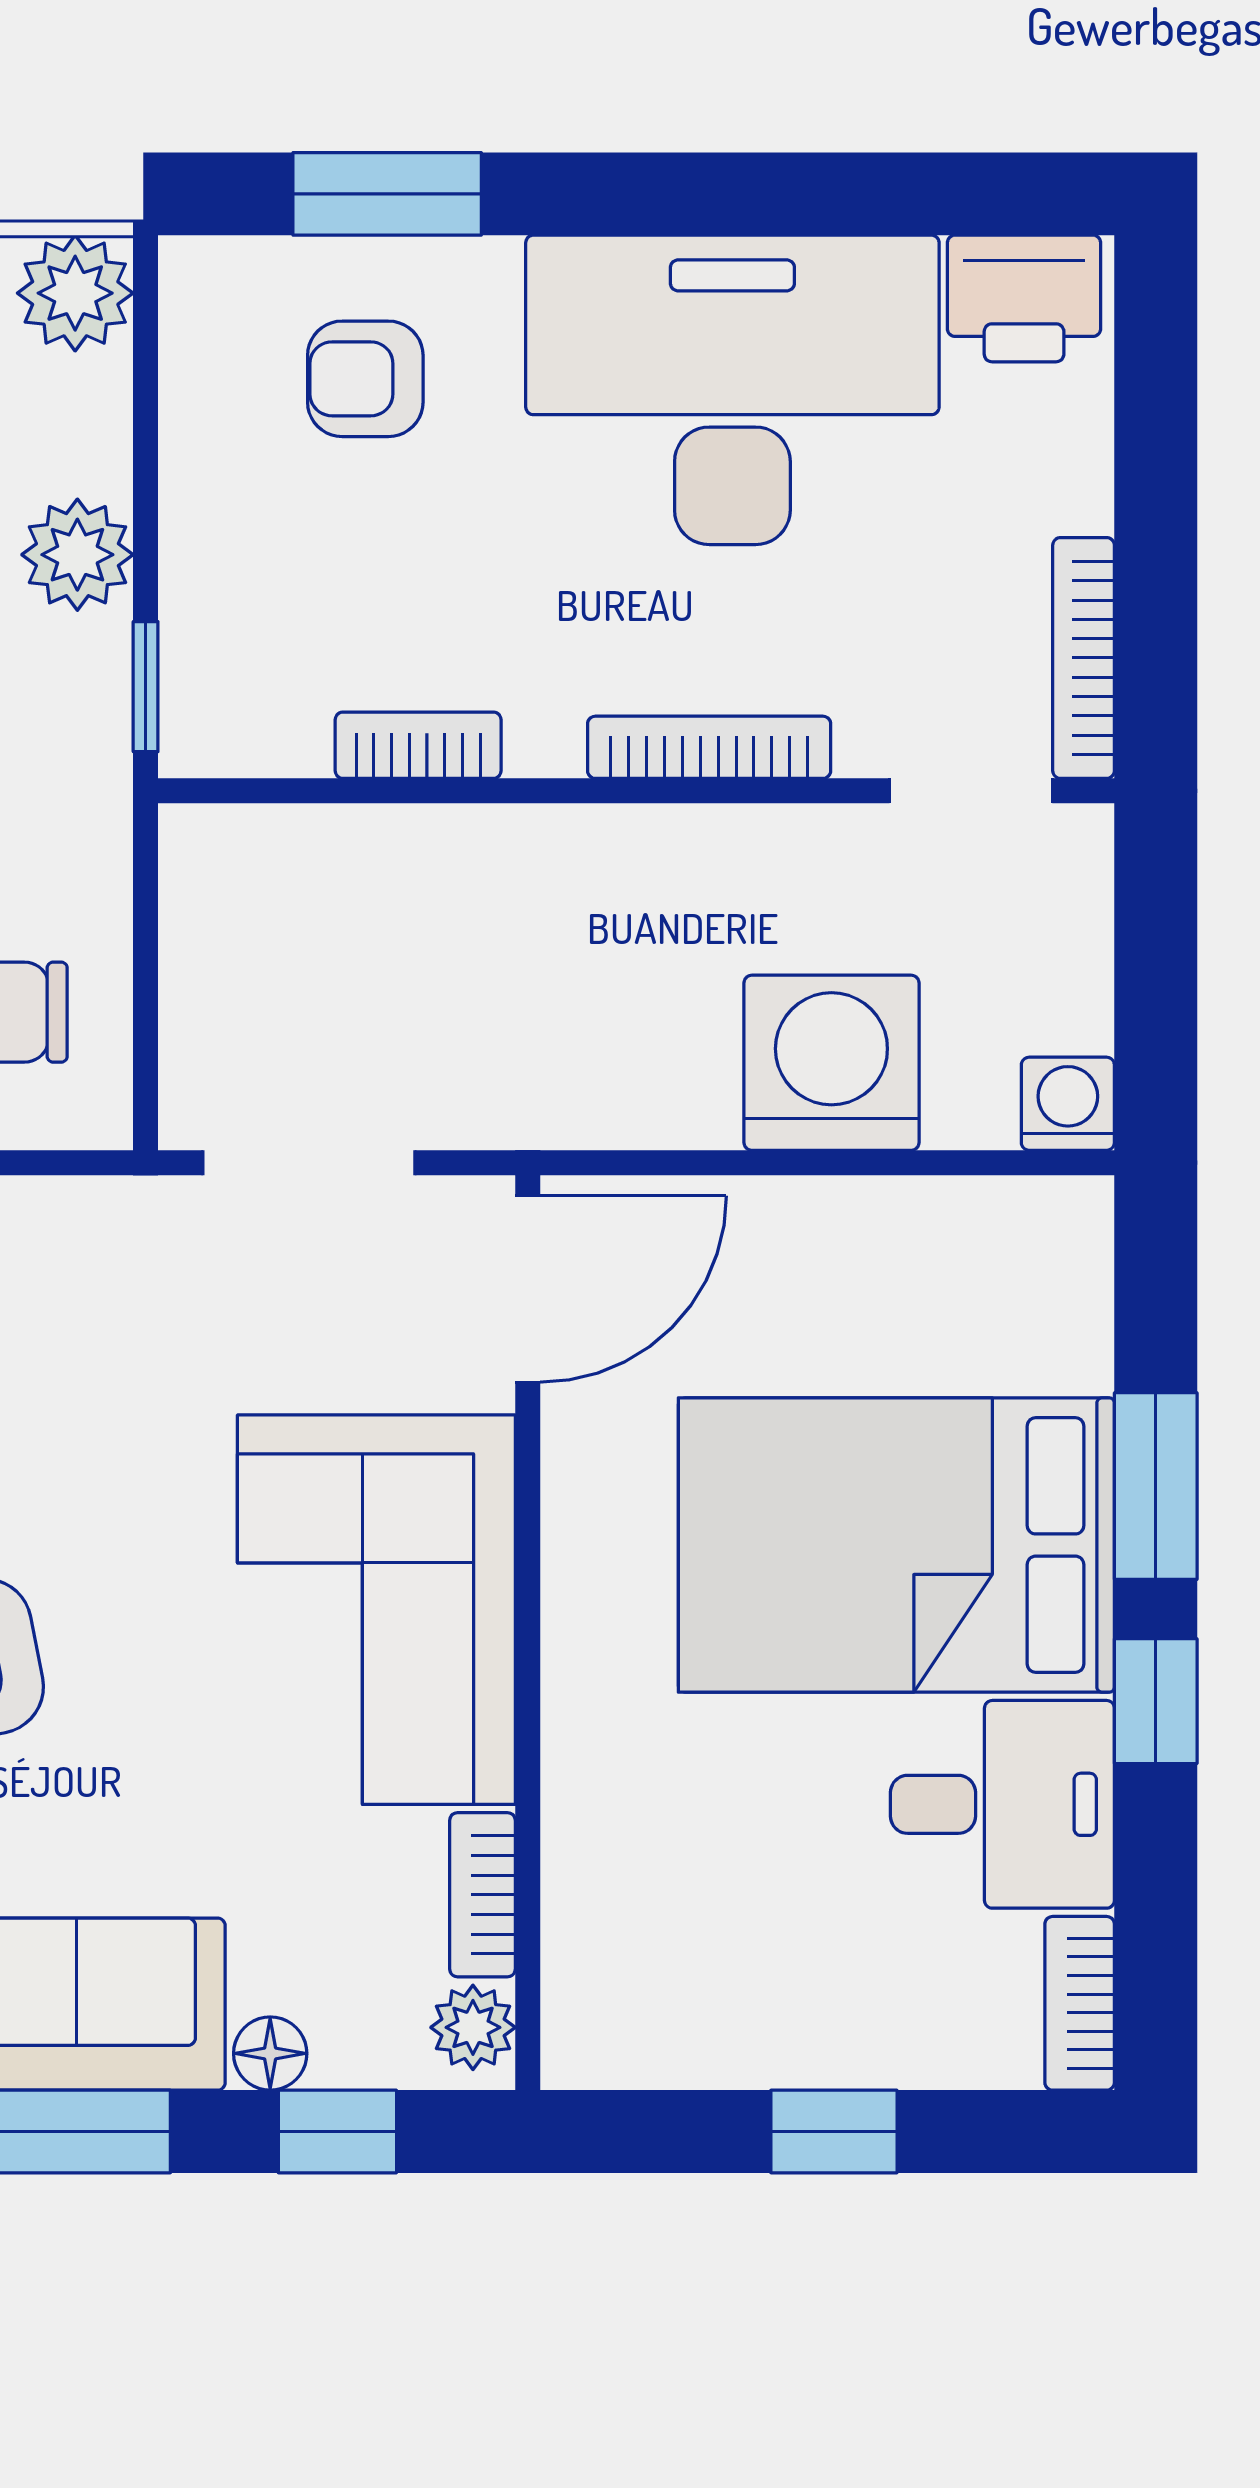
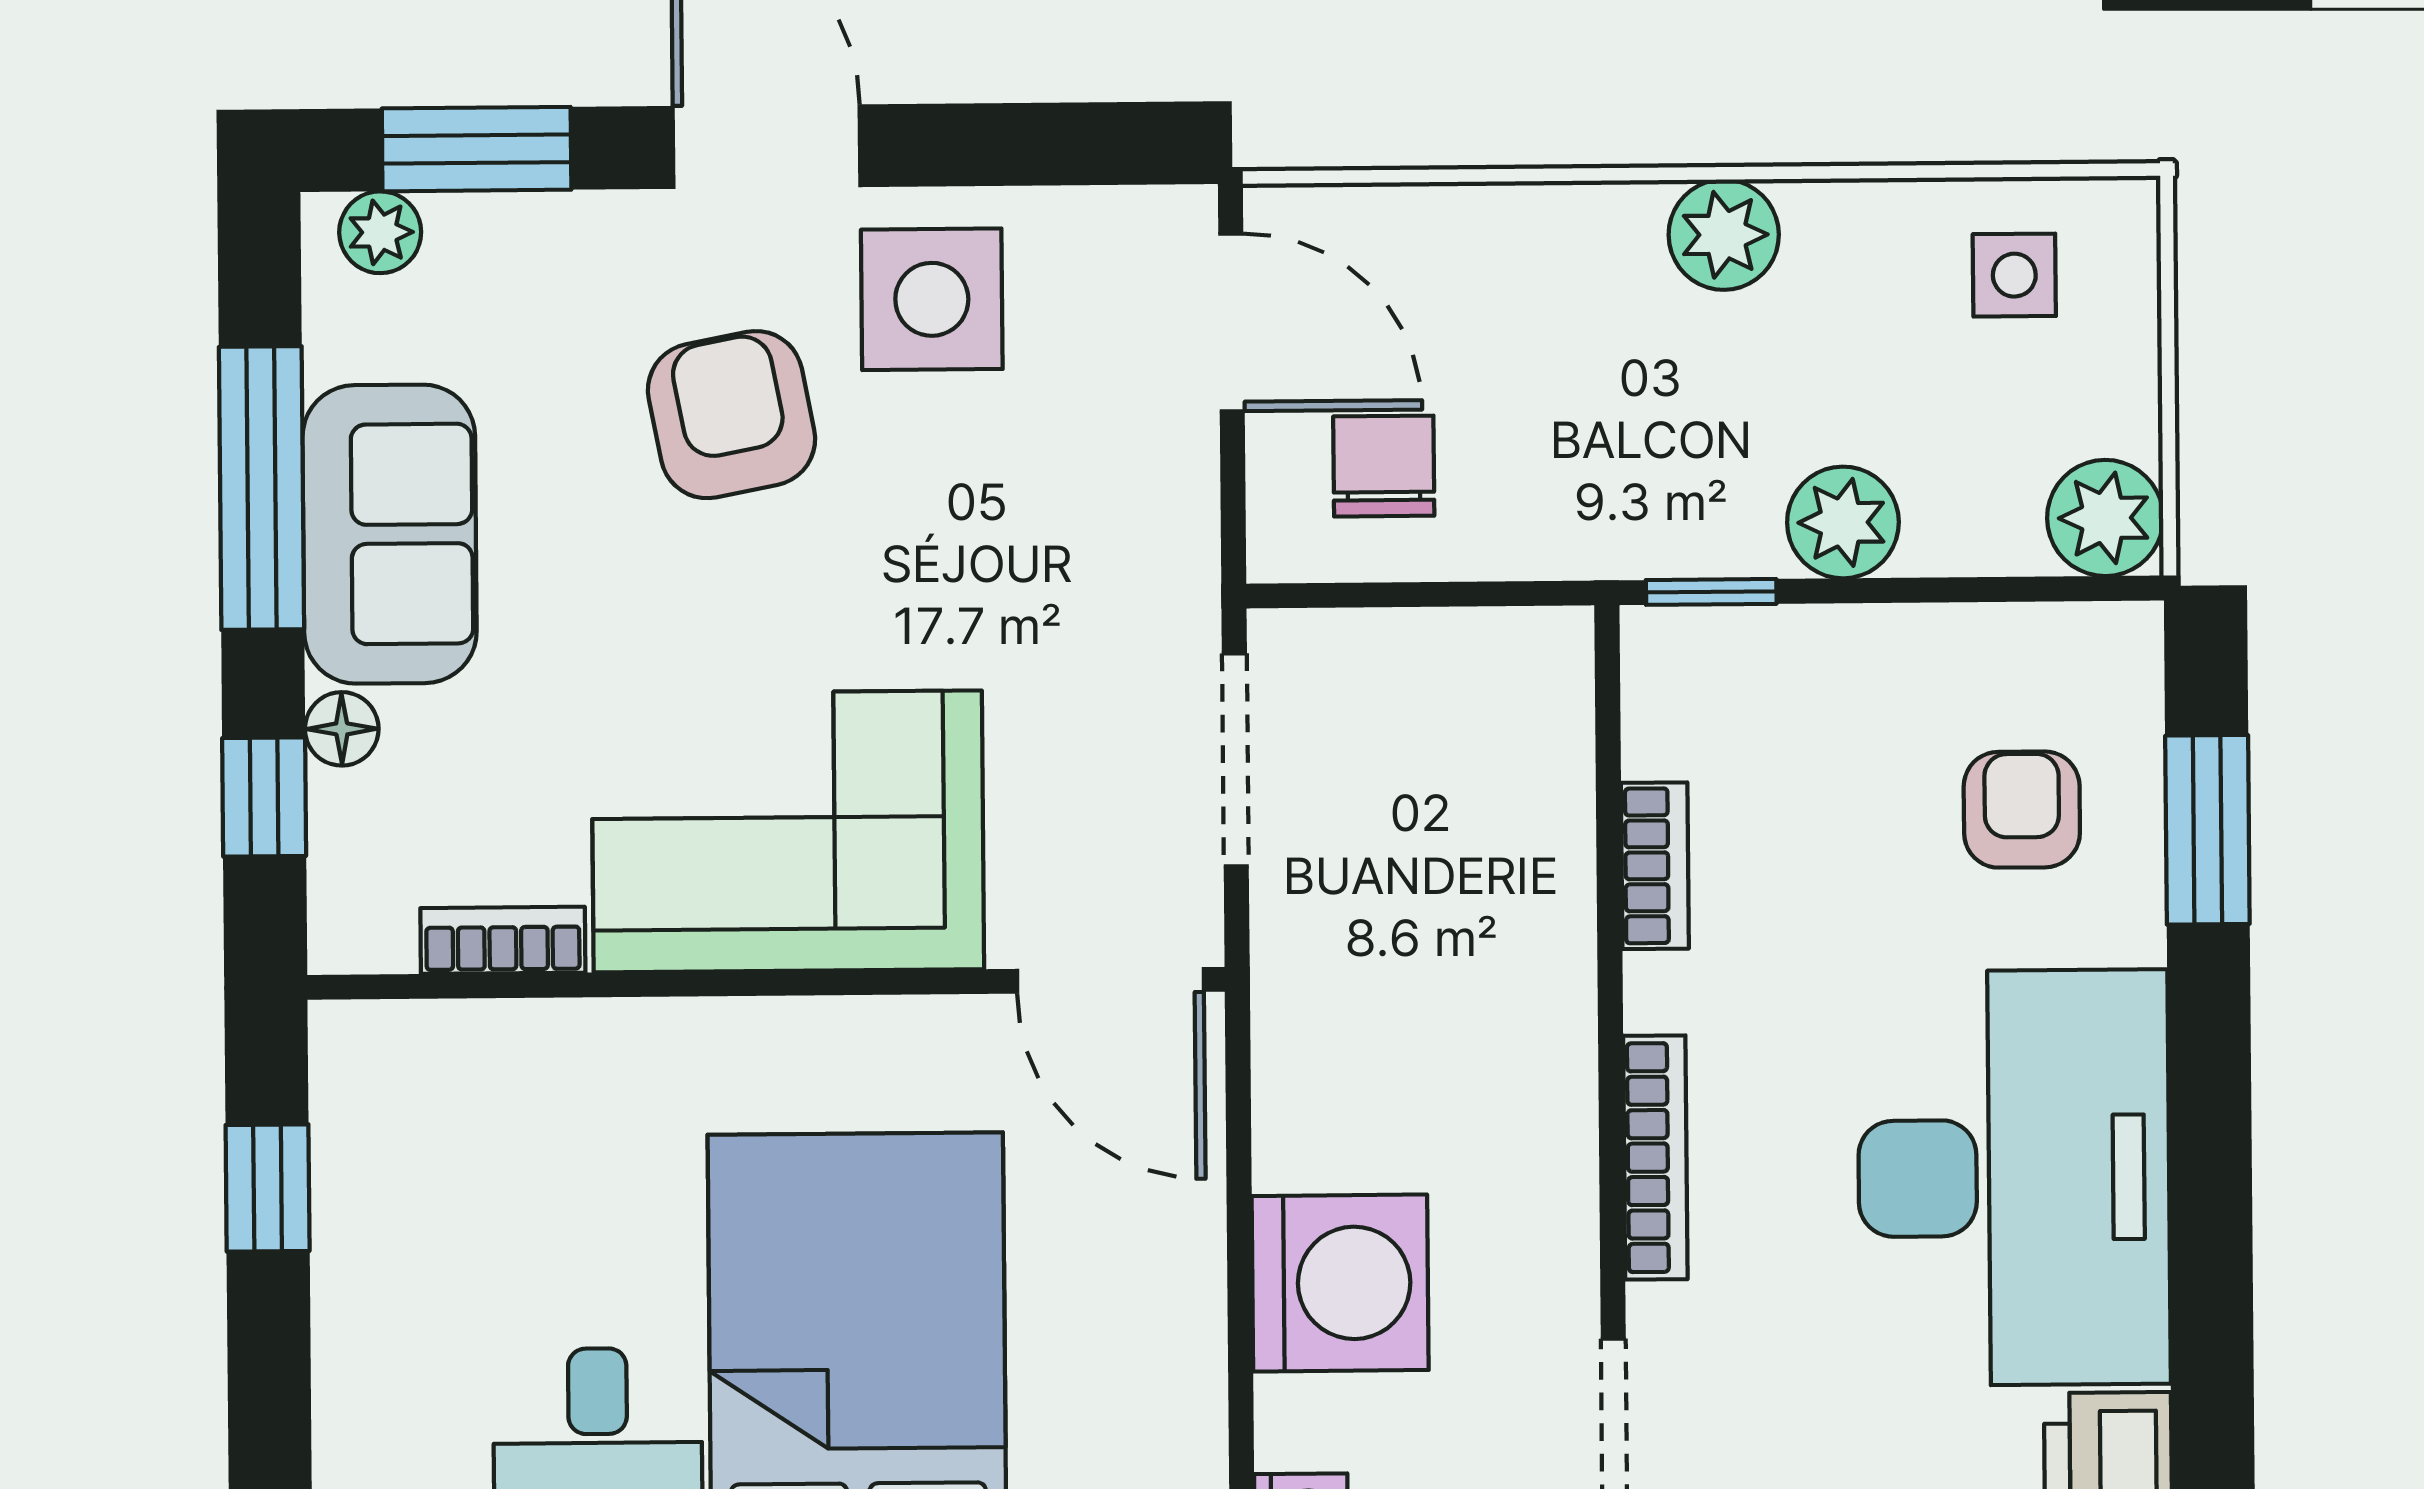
plant: (473, 2027) -> (370, 932), removed
window: (834, 2131) -> (268, 1188), moved

